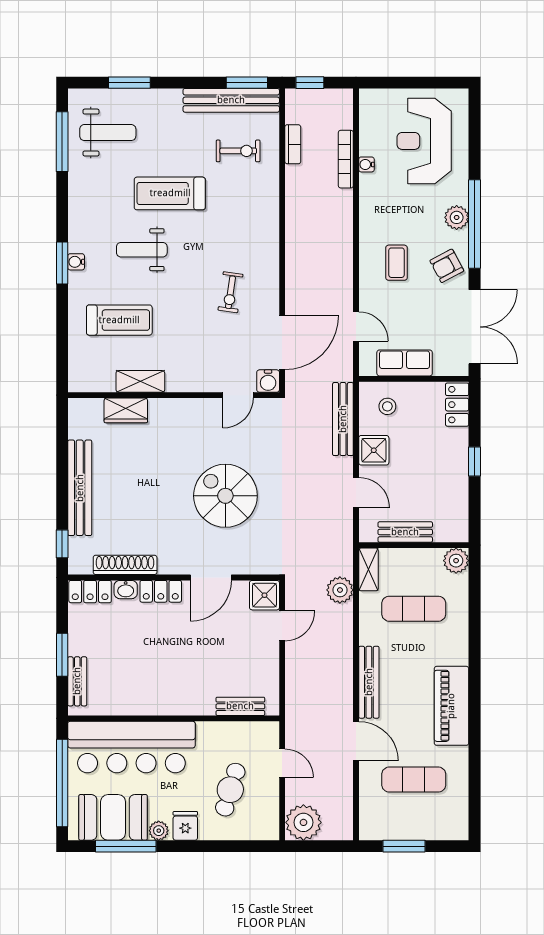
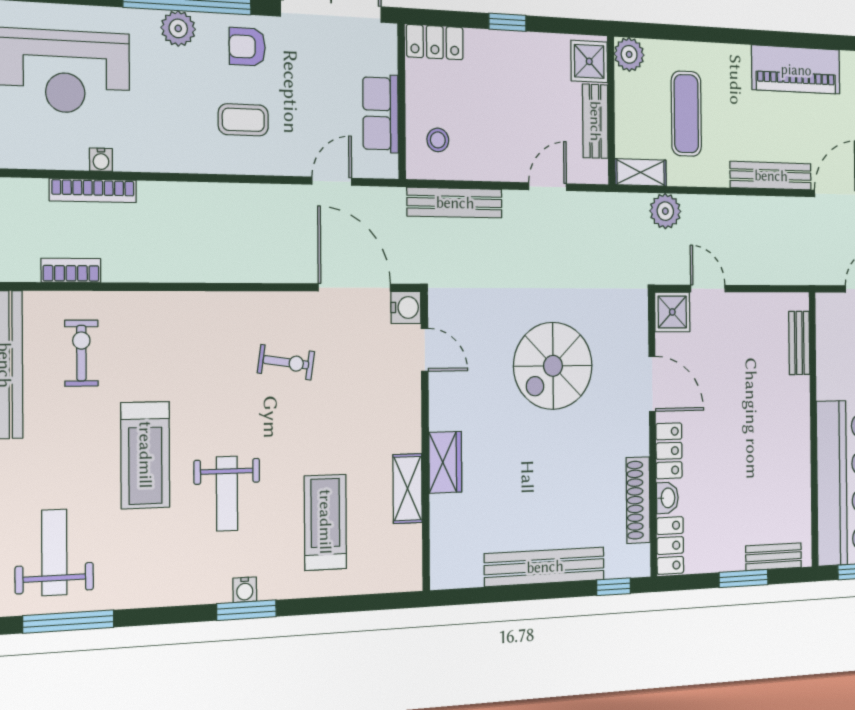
armchair: (447, 266) -> (247, 47), turned 118
wardrobe: (126, 410) -> (445, 462), moved
shower: (374, 450) -> (589, 61), moved

